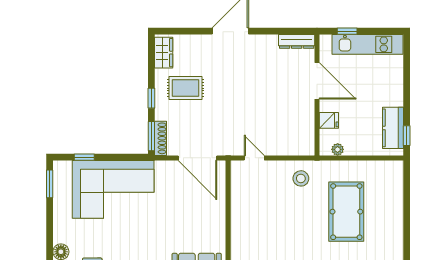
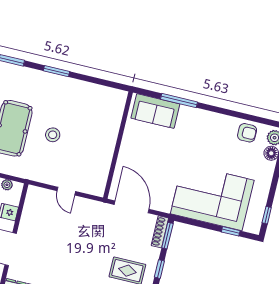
door: (254, 158) -> (66, 191), moved
stool: (301, 178) -> (53, 135), moved
window: (50, 184) -> (267, 215), width x0.67

